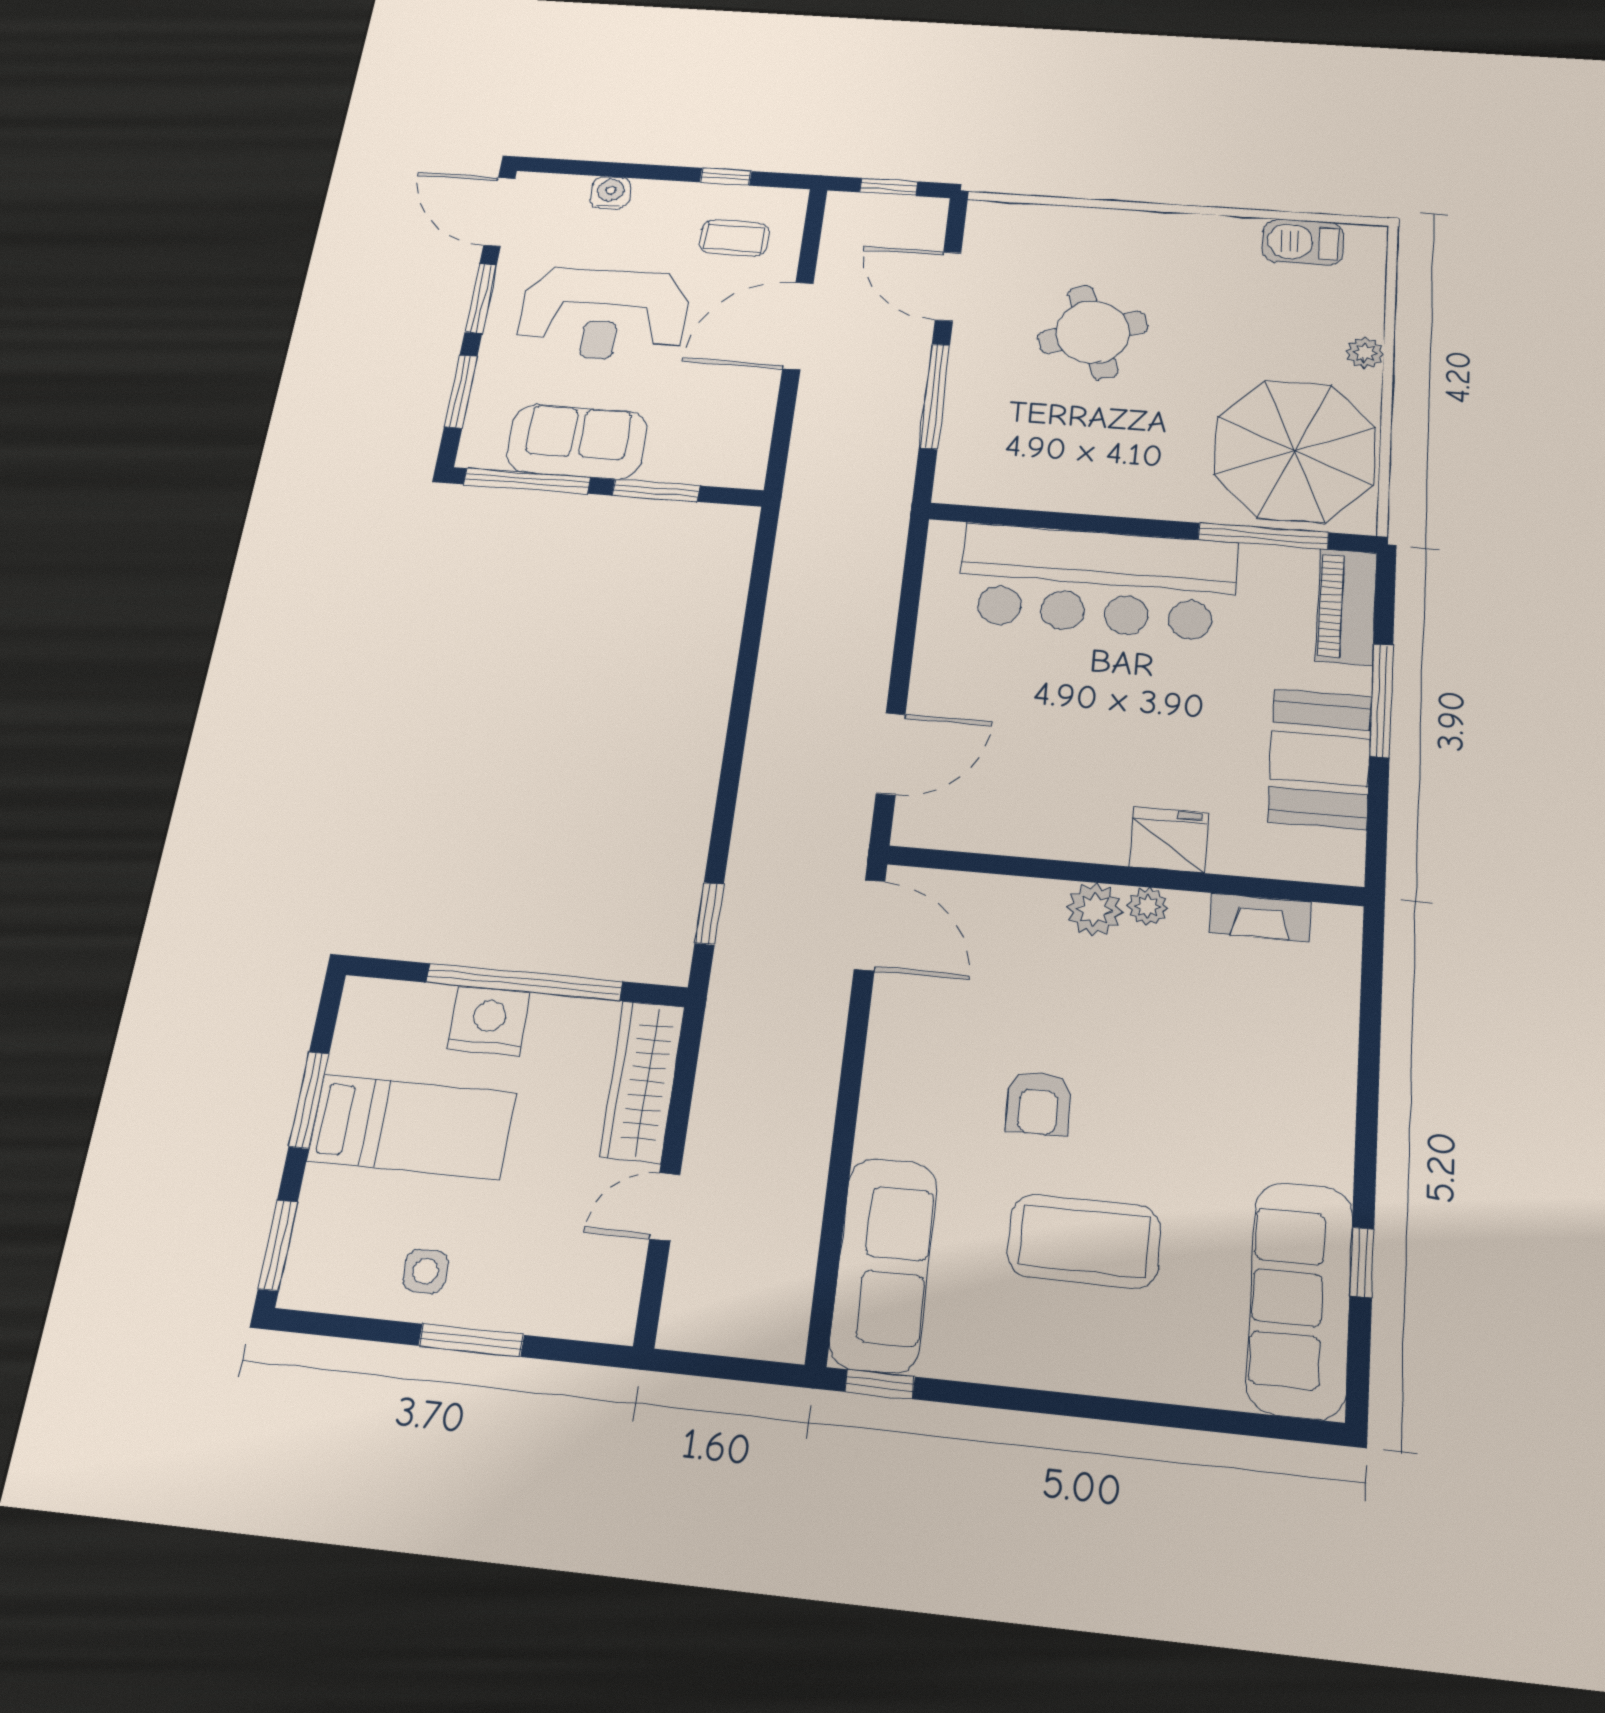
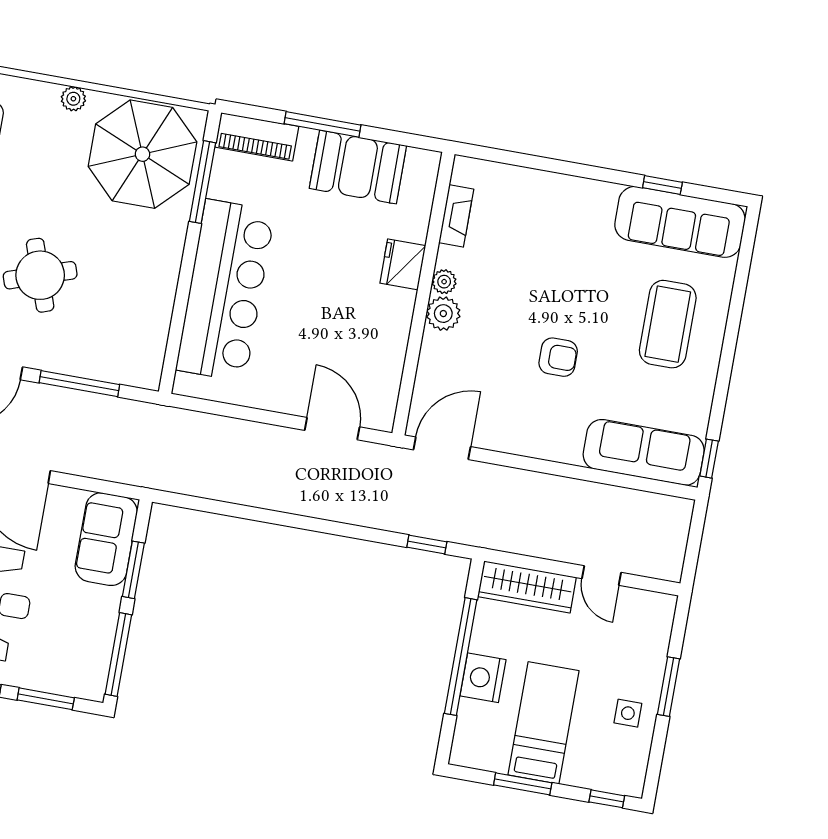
sofa: (577, 442) -> (106, 539), moved
coffee table: (1084, 1241) -> (668, 324), moved
window: (278, 1245) -> (607, 799), width x0.67

